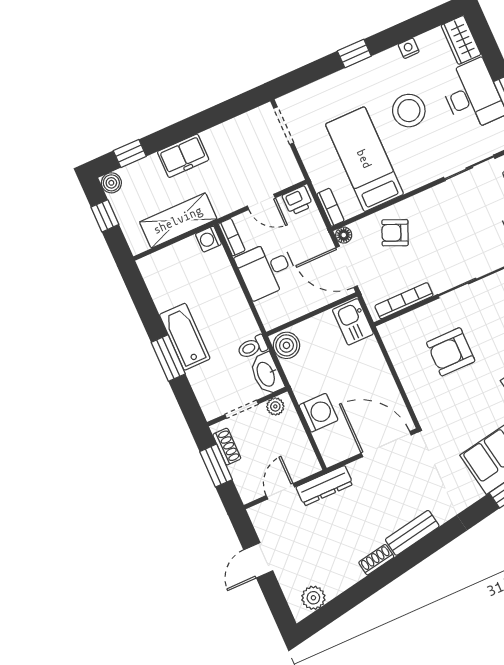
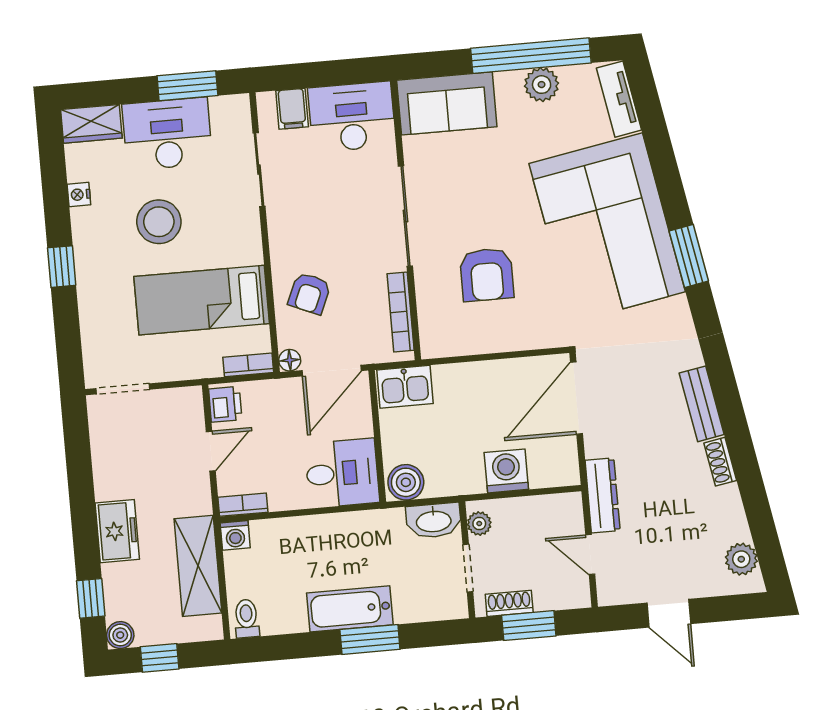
desk: (267, 269) -> (342, 473), moved, turned -90
toilet: (252, 347) -> (247, 619), moved, turned 180

